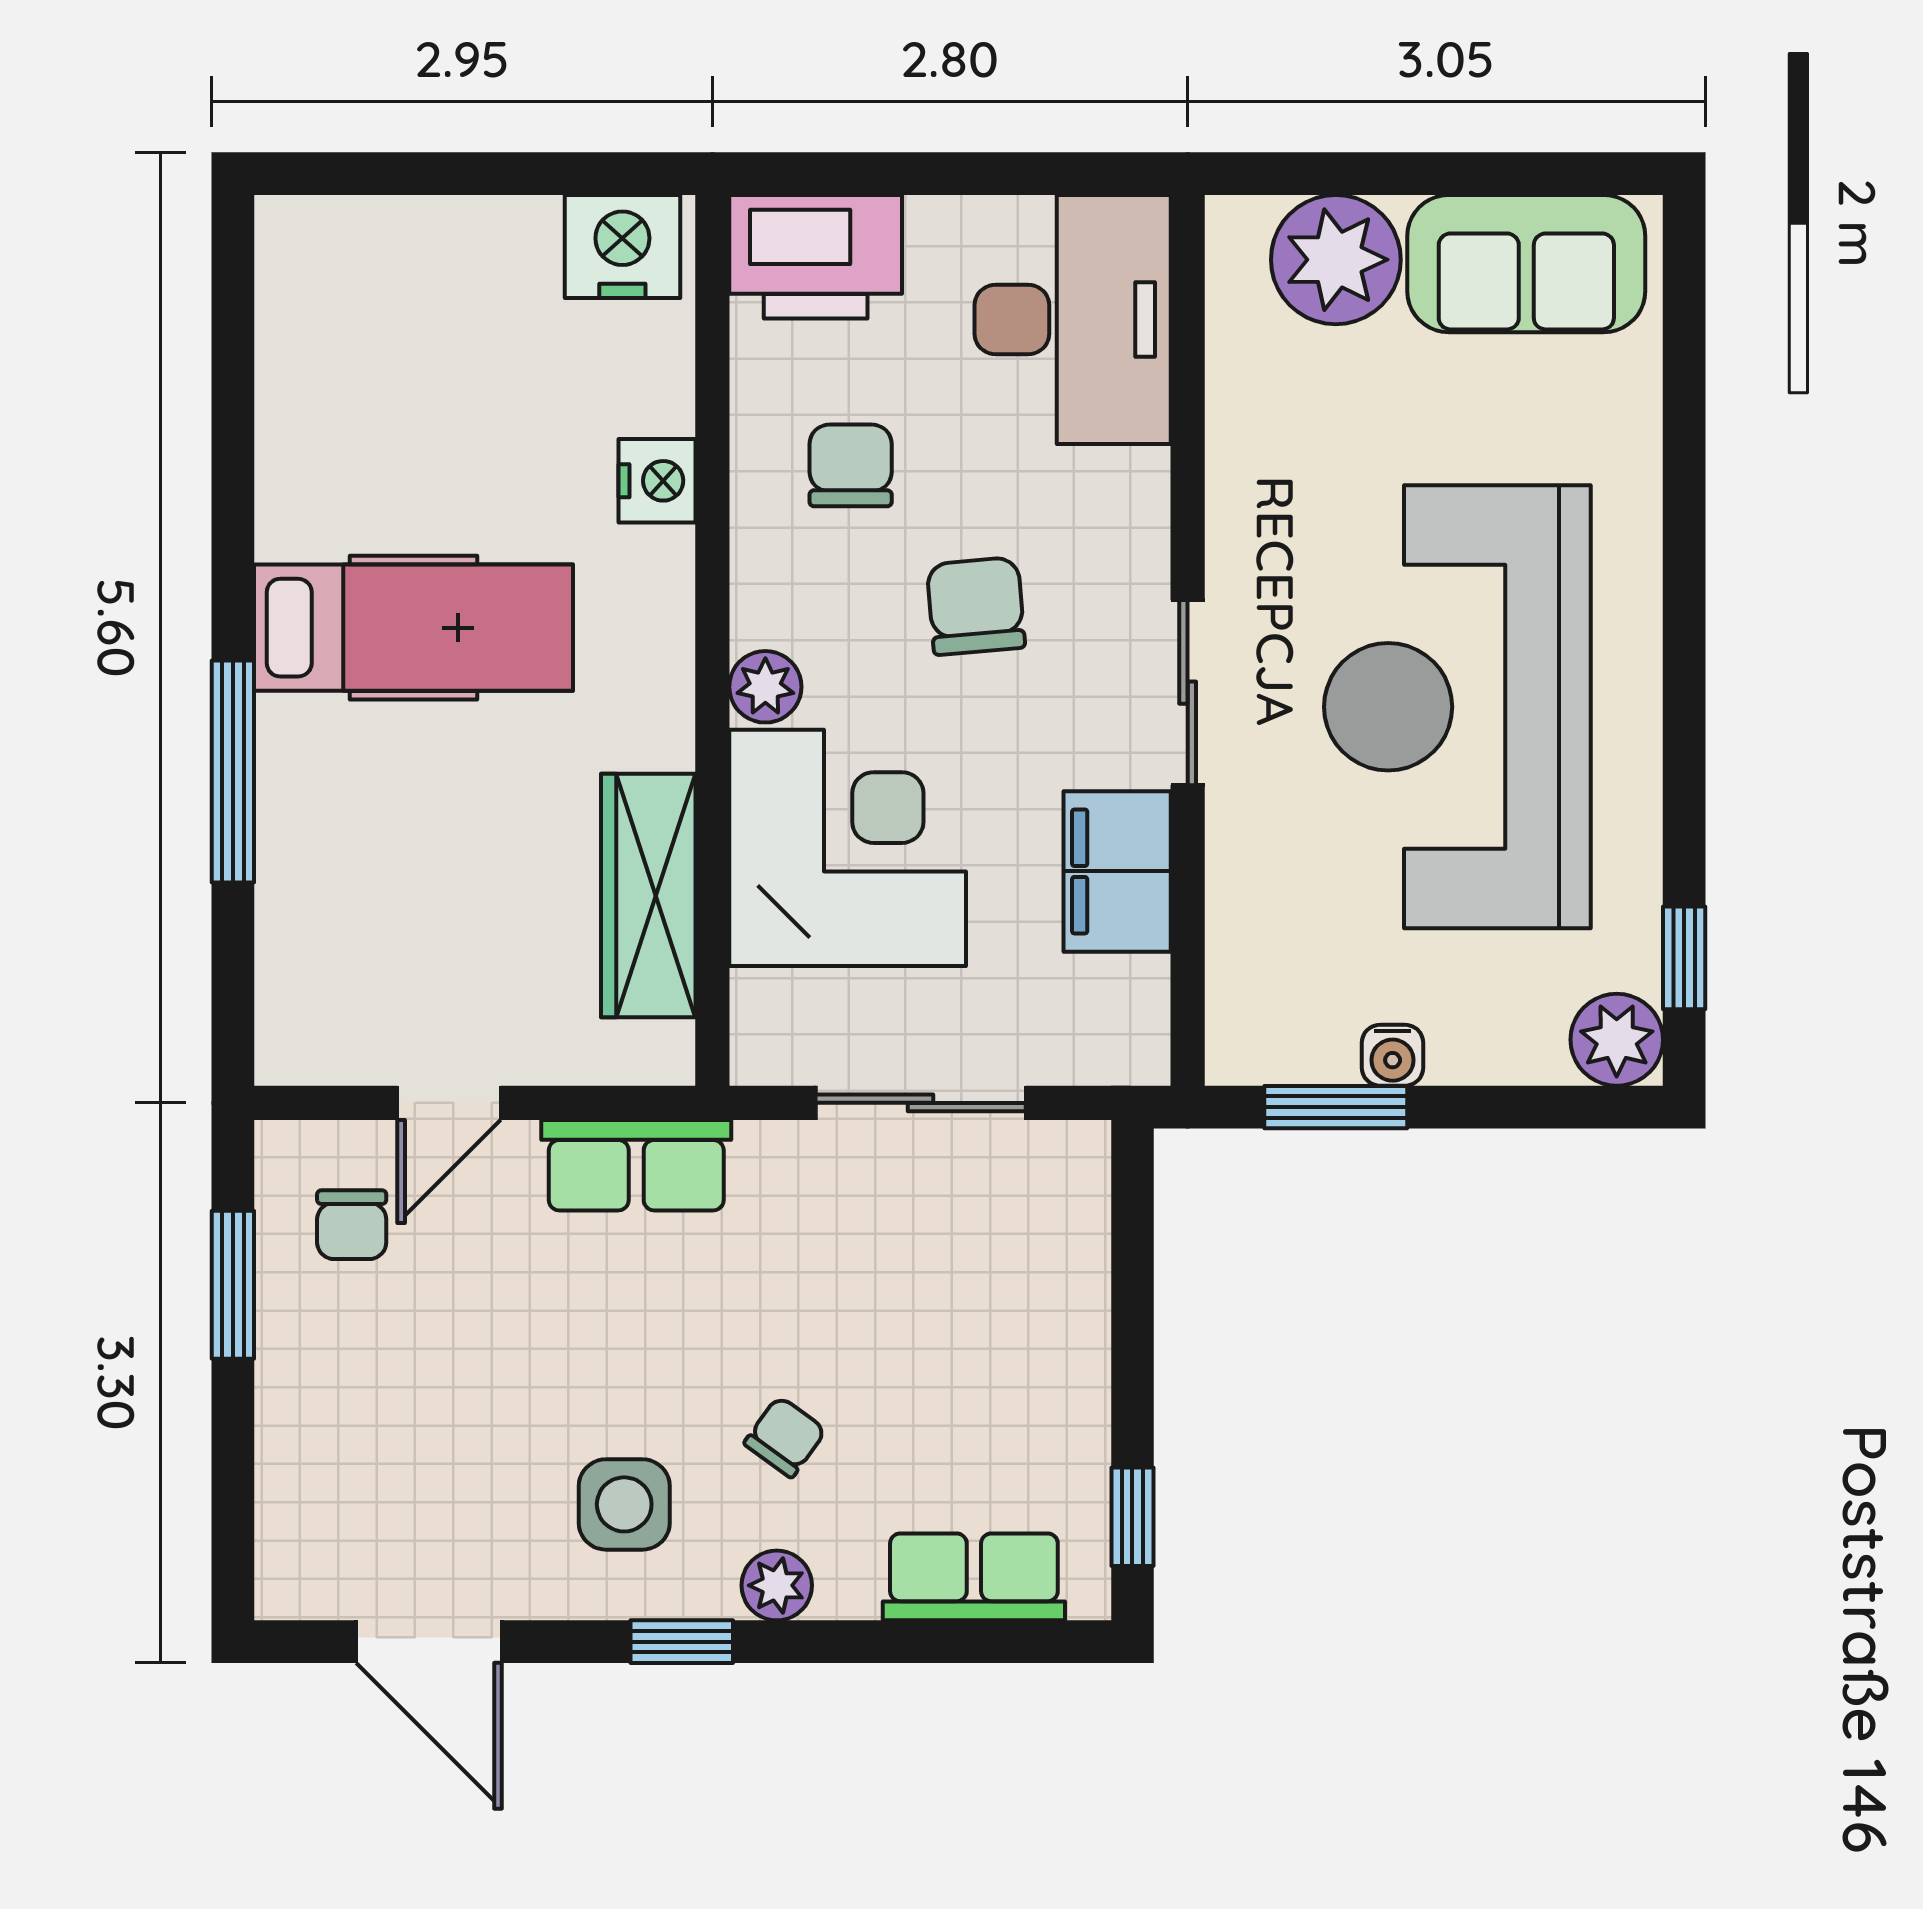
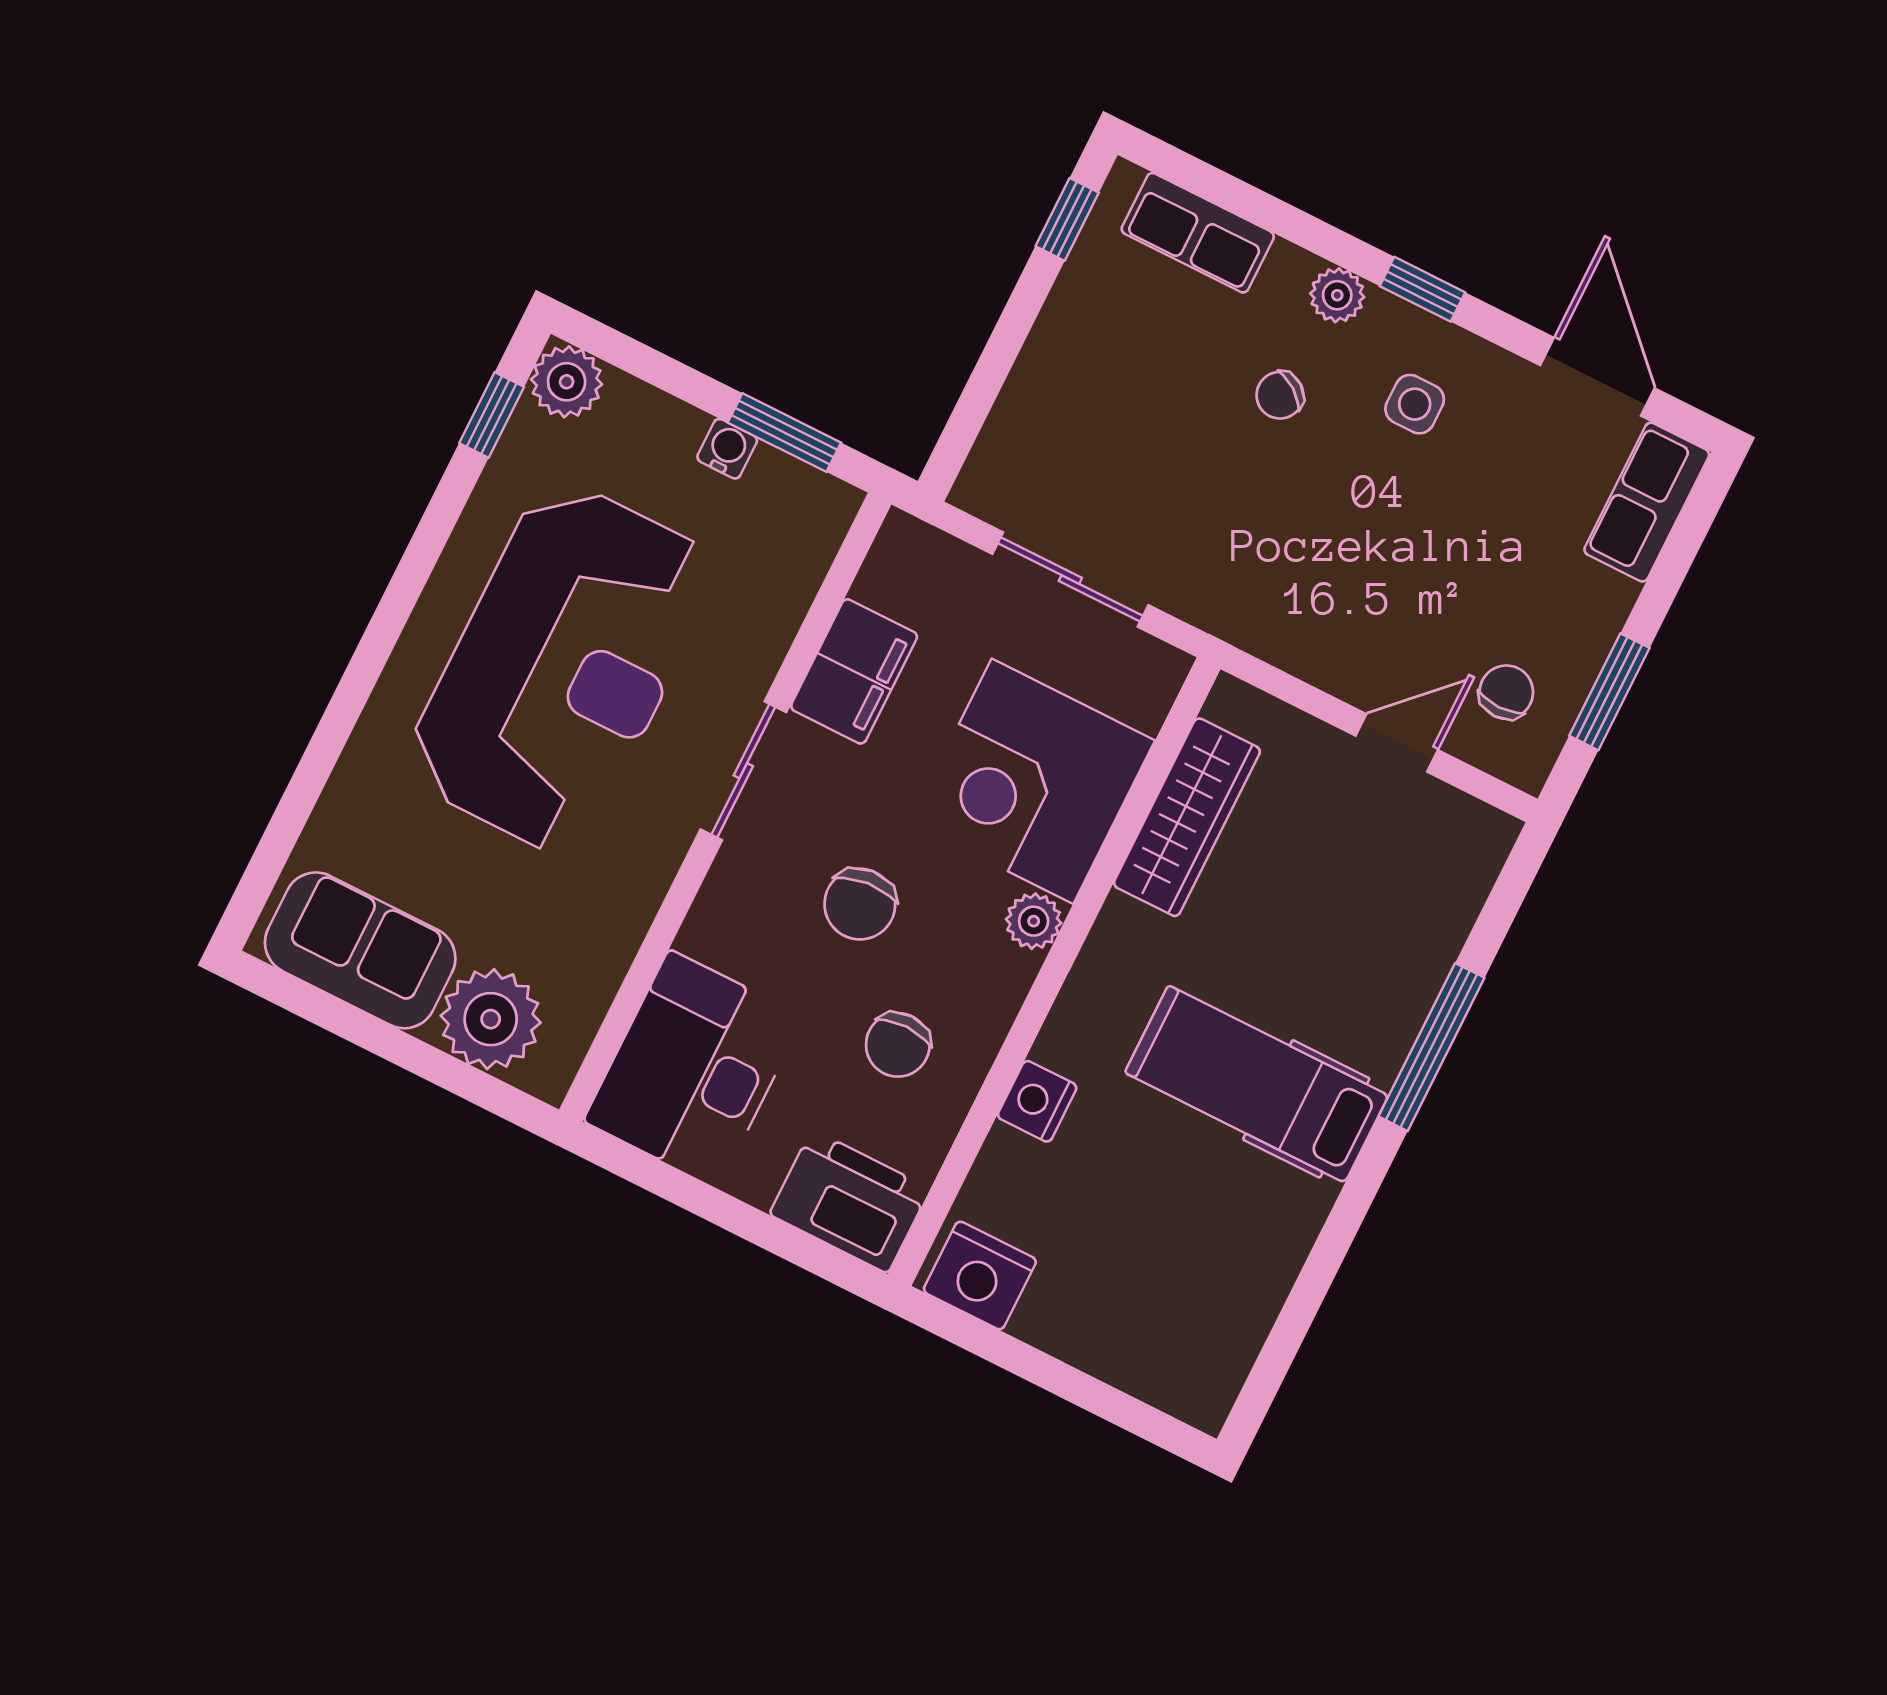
row of seats: (636, 1165) -> (1647, 502), moved, turned -90
side table: (624, 1504) -> (1415, 404), width x0.73, depth x0.73

